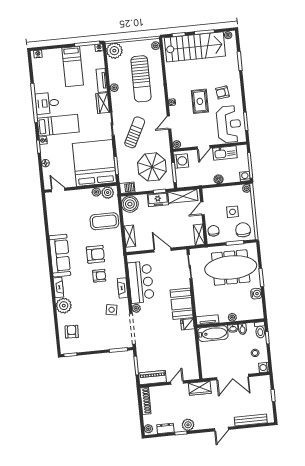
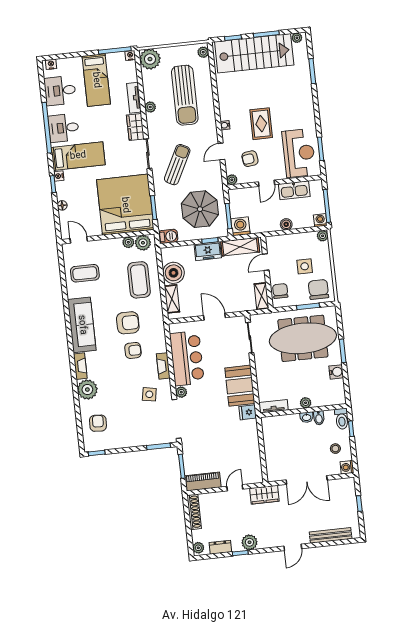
desk: (45, 74) -> (60, 91), added
armchair: (222, 92) -> (250, 159), moved
washing machine: (181, 161) -> (240, 226), moved, turned -90
boiler: (130, 204) -> (174, 273), moved
coffee table: (63, 216) -> (85, 273), added
coffee table: (104, 221) -> (139, 280), turned 90
bathtub: (213, 334) -> (281, 424), removed

